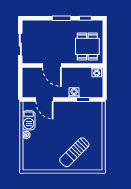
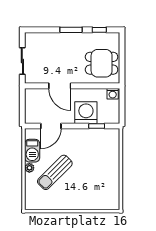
dining table: (87, 46) -> (102, 63), turned 90
washing machine: (74, 93) -> (86, 113), width x1.89, depth x1.89
door: (44, 99) -> (51, 126), hinge flipped
sun lounger: (74, 152) -> (55, 172), moved

